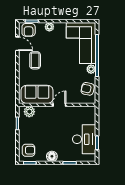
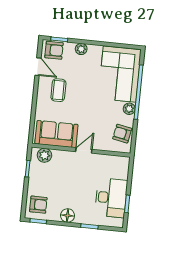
armchair: (29, 30) -> (54, 50), turned -90

